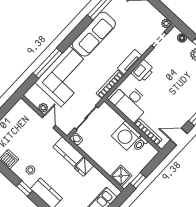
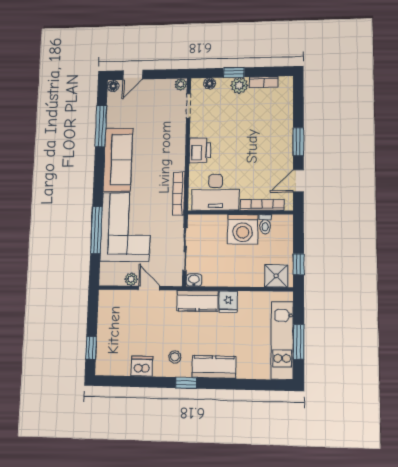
tv unit: (130, 62) -> (179, 153), removed

